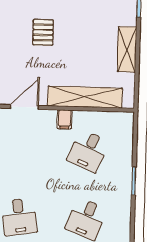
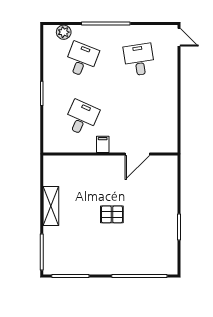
pallet: (43, 32) -> (112, 214), moved, turned 90
shelving: (85, 97) -> (86, 164), removed

